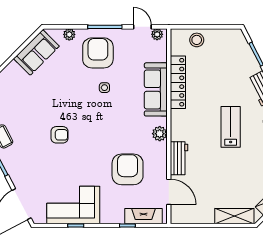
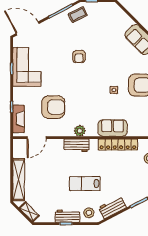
sofa: (156, 89) -> (113, 128), width x0.73
lab bench: (231, 127) -> (85, 184), turned 180
workbench: (179, 158) -> (77, 145), moved
shelving: (234, 216) -> (19, 180), width x1.47

